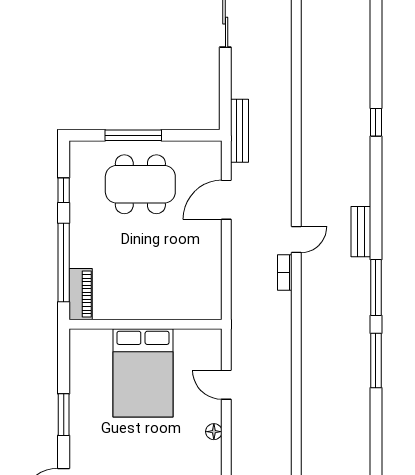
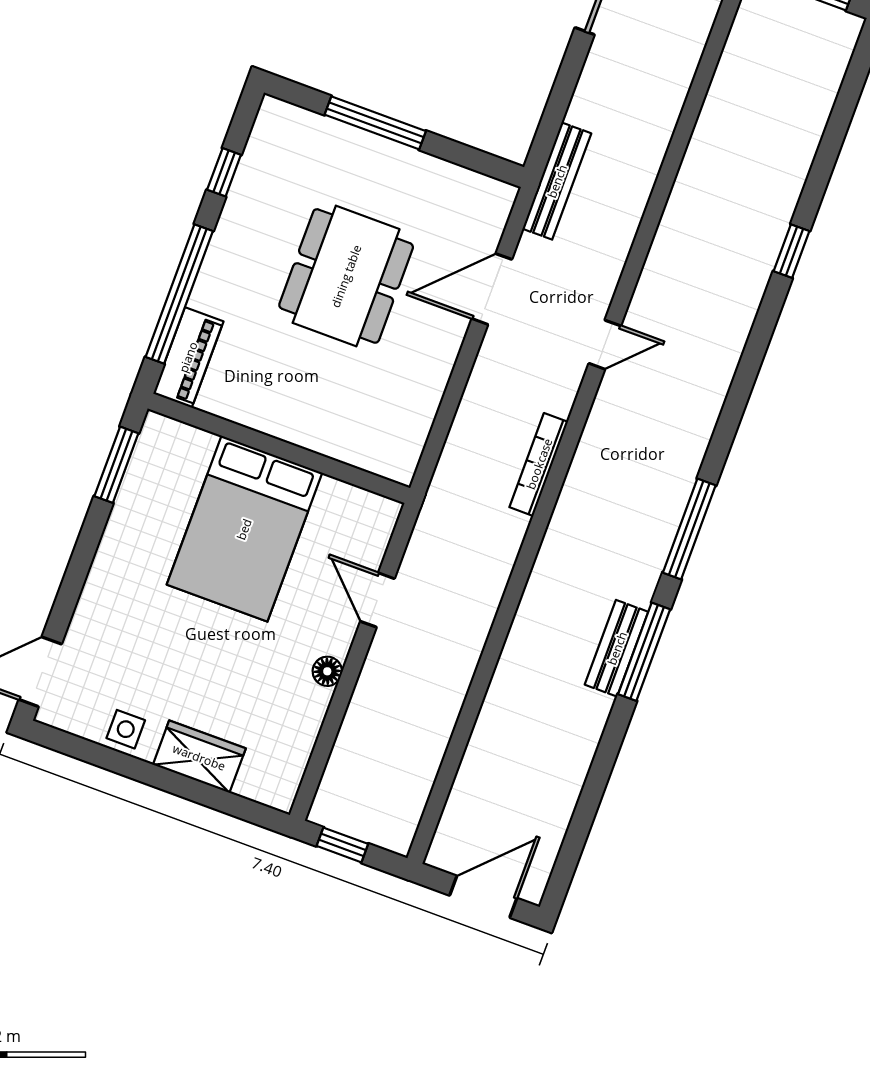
dining table: (140, 184) -> (346, 276), moved, turned 90
bench: (361, 232) -> (617, 648), moved
door: (296, 240) -> (605, 345), moved
bookcase: (285, 273) -> (539, 464), width x1.56
window: (64, 415) -> (116, 465), moved

